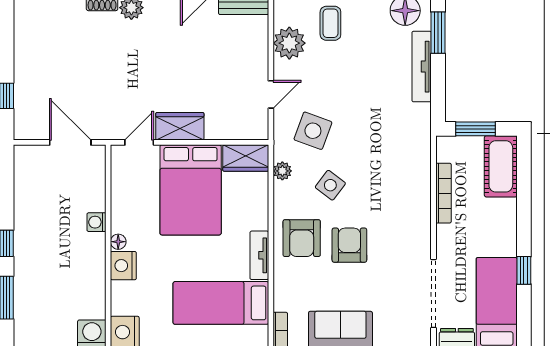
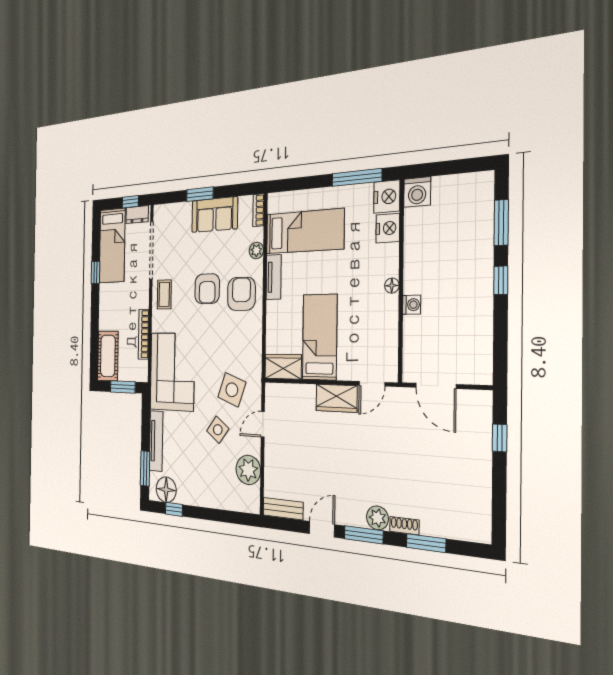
coffee table: (330, 23) -> (164, 294), moved
corner sofa: (399, 149) -> (172, 372), added
plant: (282, 171) -> (256, 250), moved
side table: (330, 185) -> (218, 430), moved
bed: (191, 190) -> (320, 337), width x0.67
nightstand: (123, 266) -> (388, 228), moved

